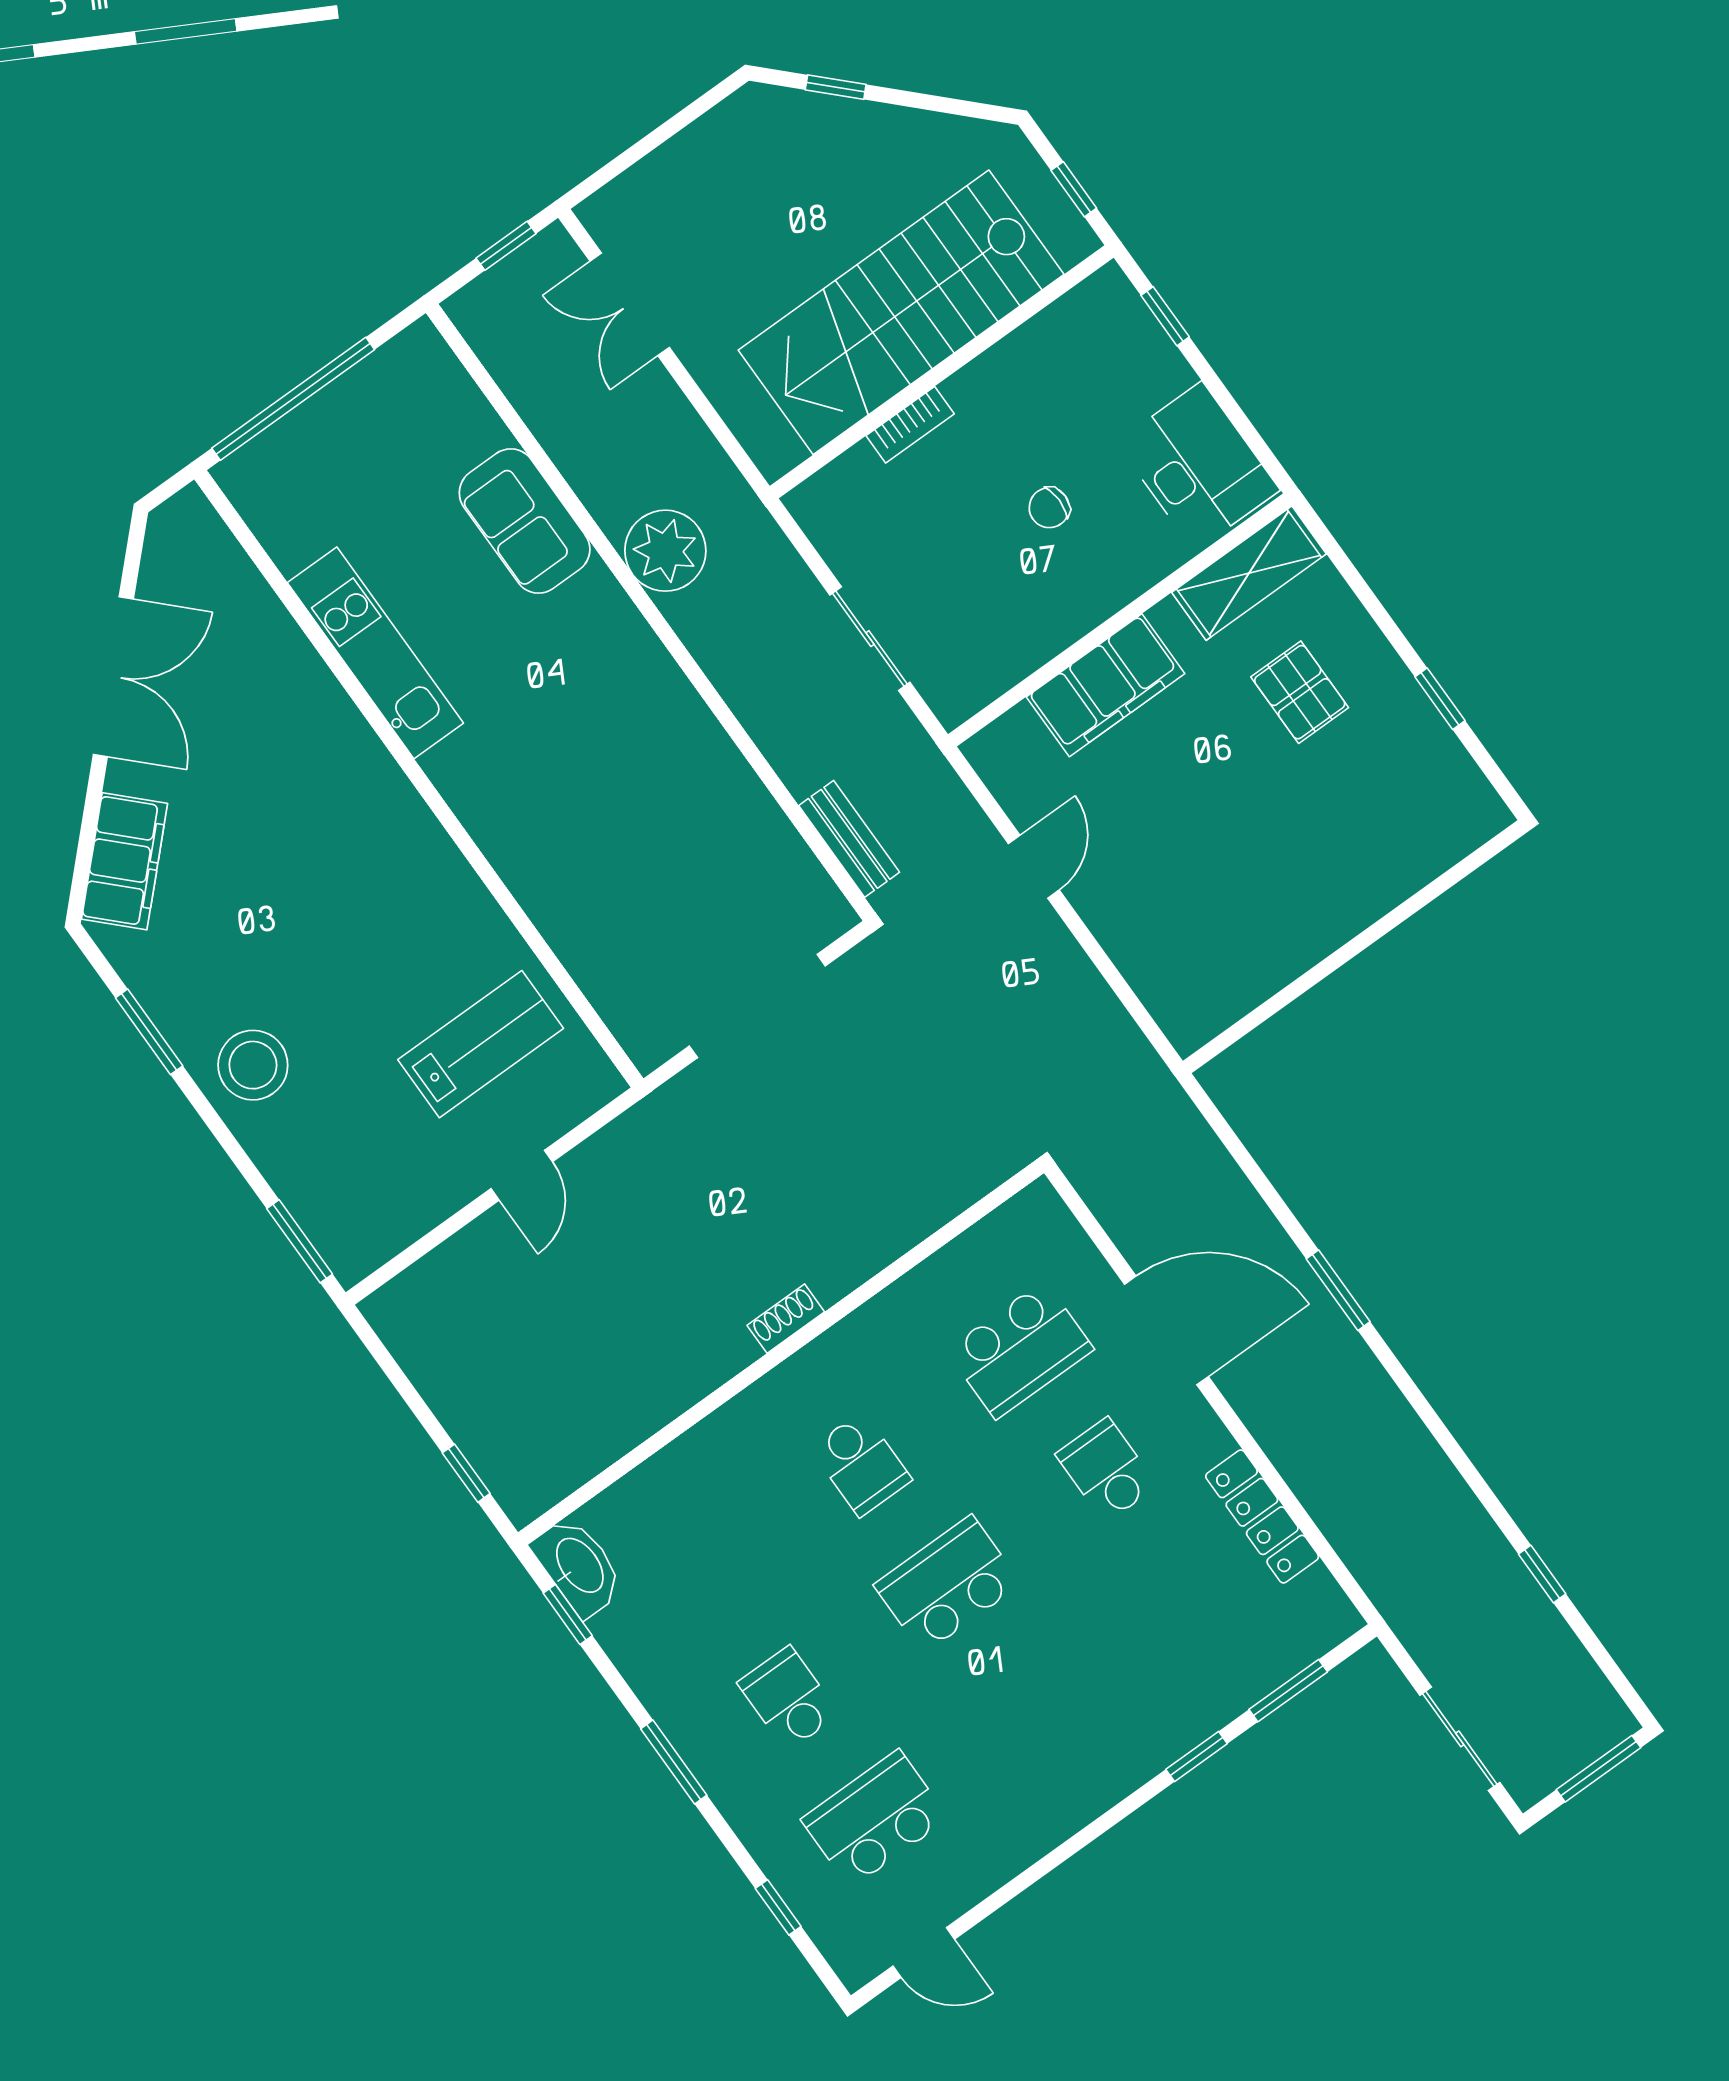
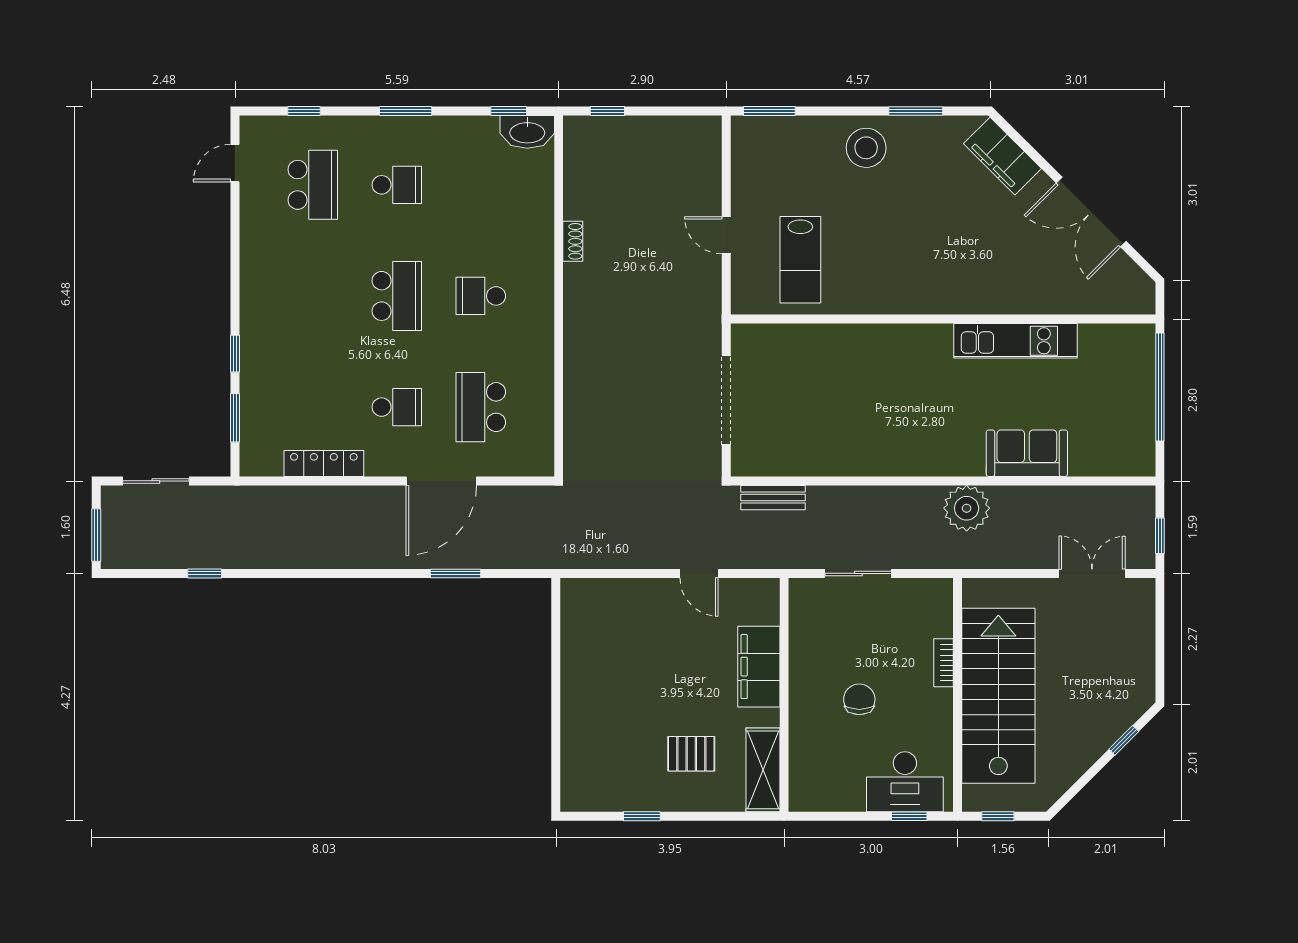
desk: (1198, 466) -> (905, 782), moved
chair: (1049, 508) -> (859, 699), width x1.37, depth x1.37
window: (1338, 1290) -> (456, 573), moved
shoe rack: (786, 1319) -> (573, 241), moved

